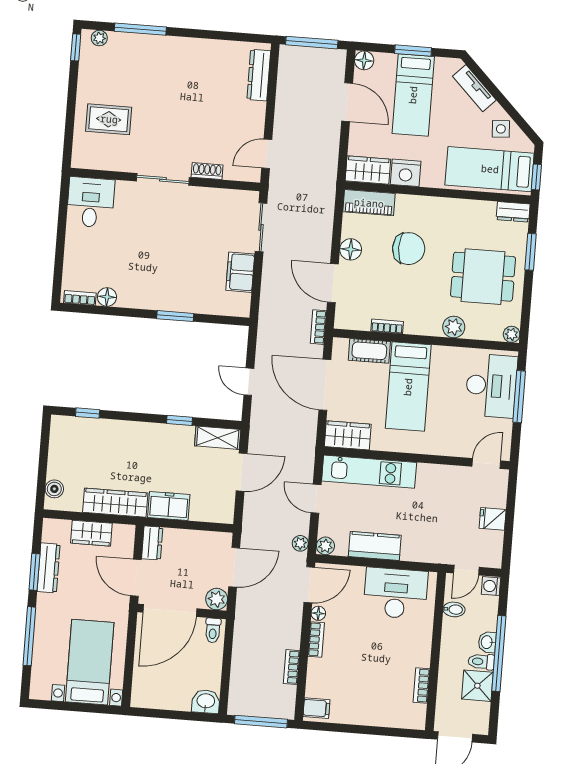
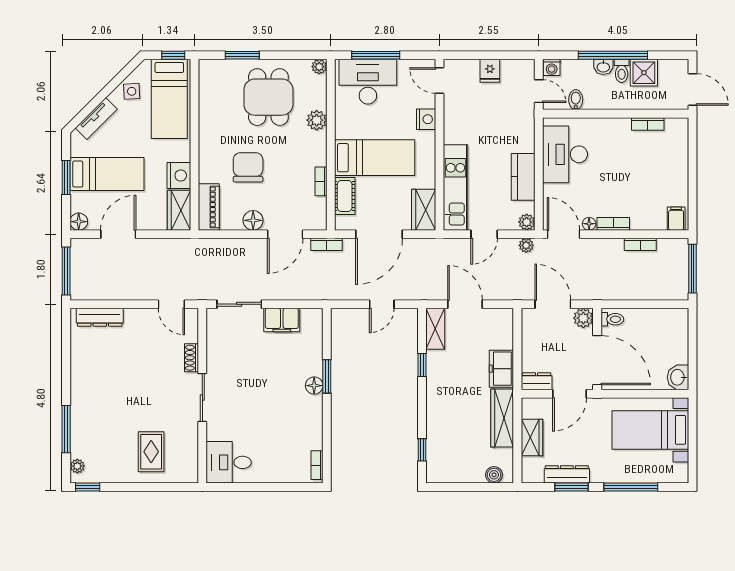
dresser: (513, 212) -> (207, 74), removed
floor lamp: (107, 297) -> (314, 386), moved
nightstand: (446, 446) -> (426, 119), added
washbasin: (206, 701) -> (678, 377), moved

